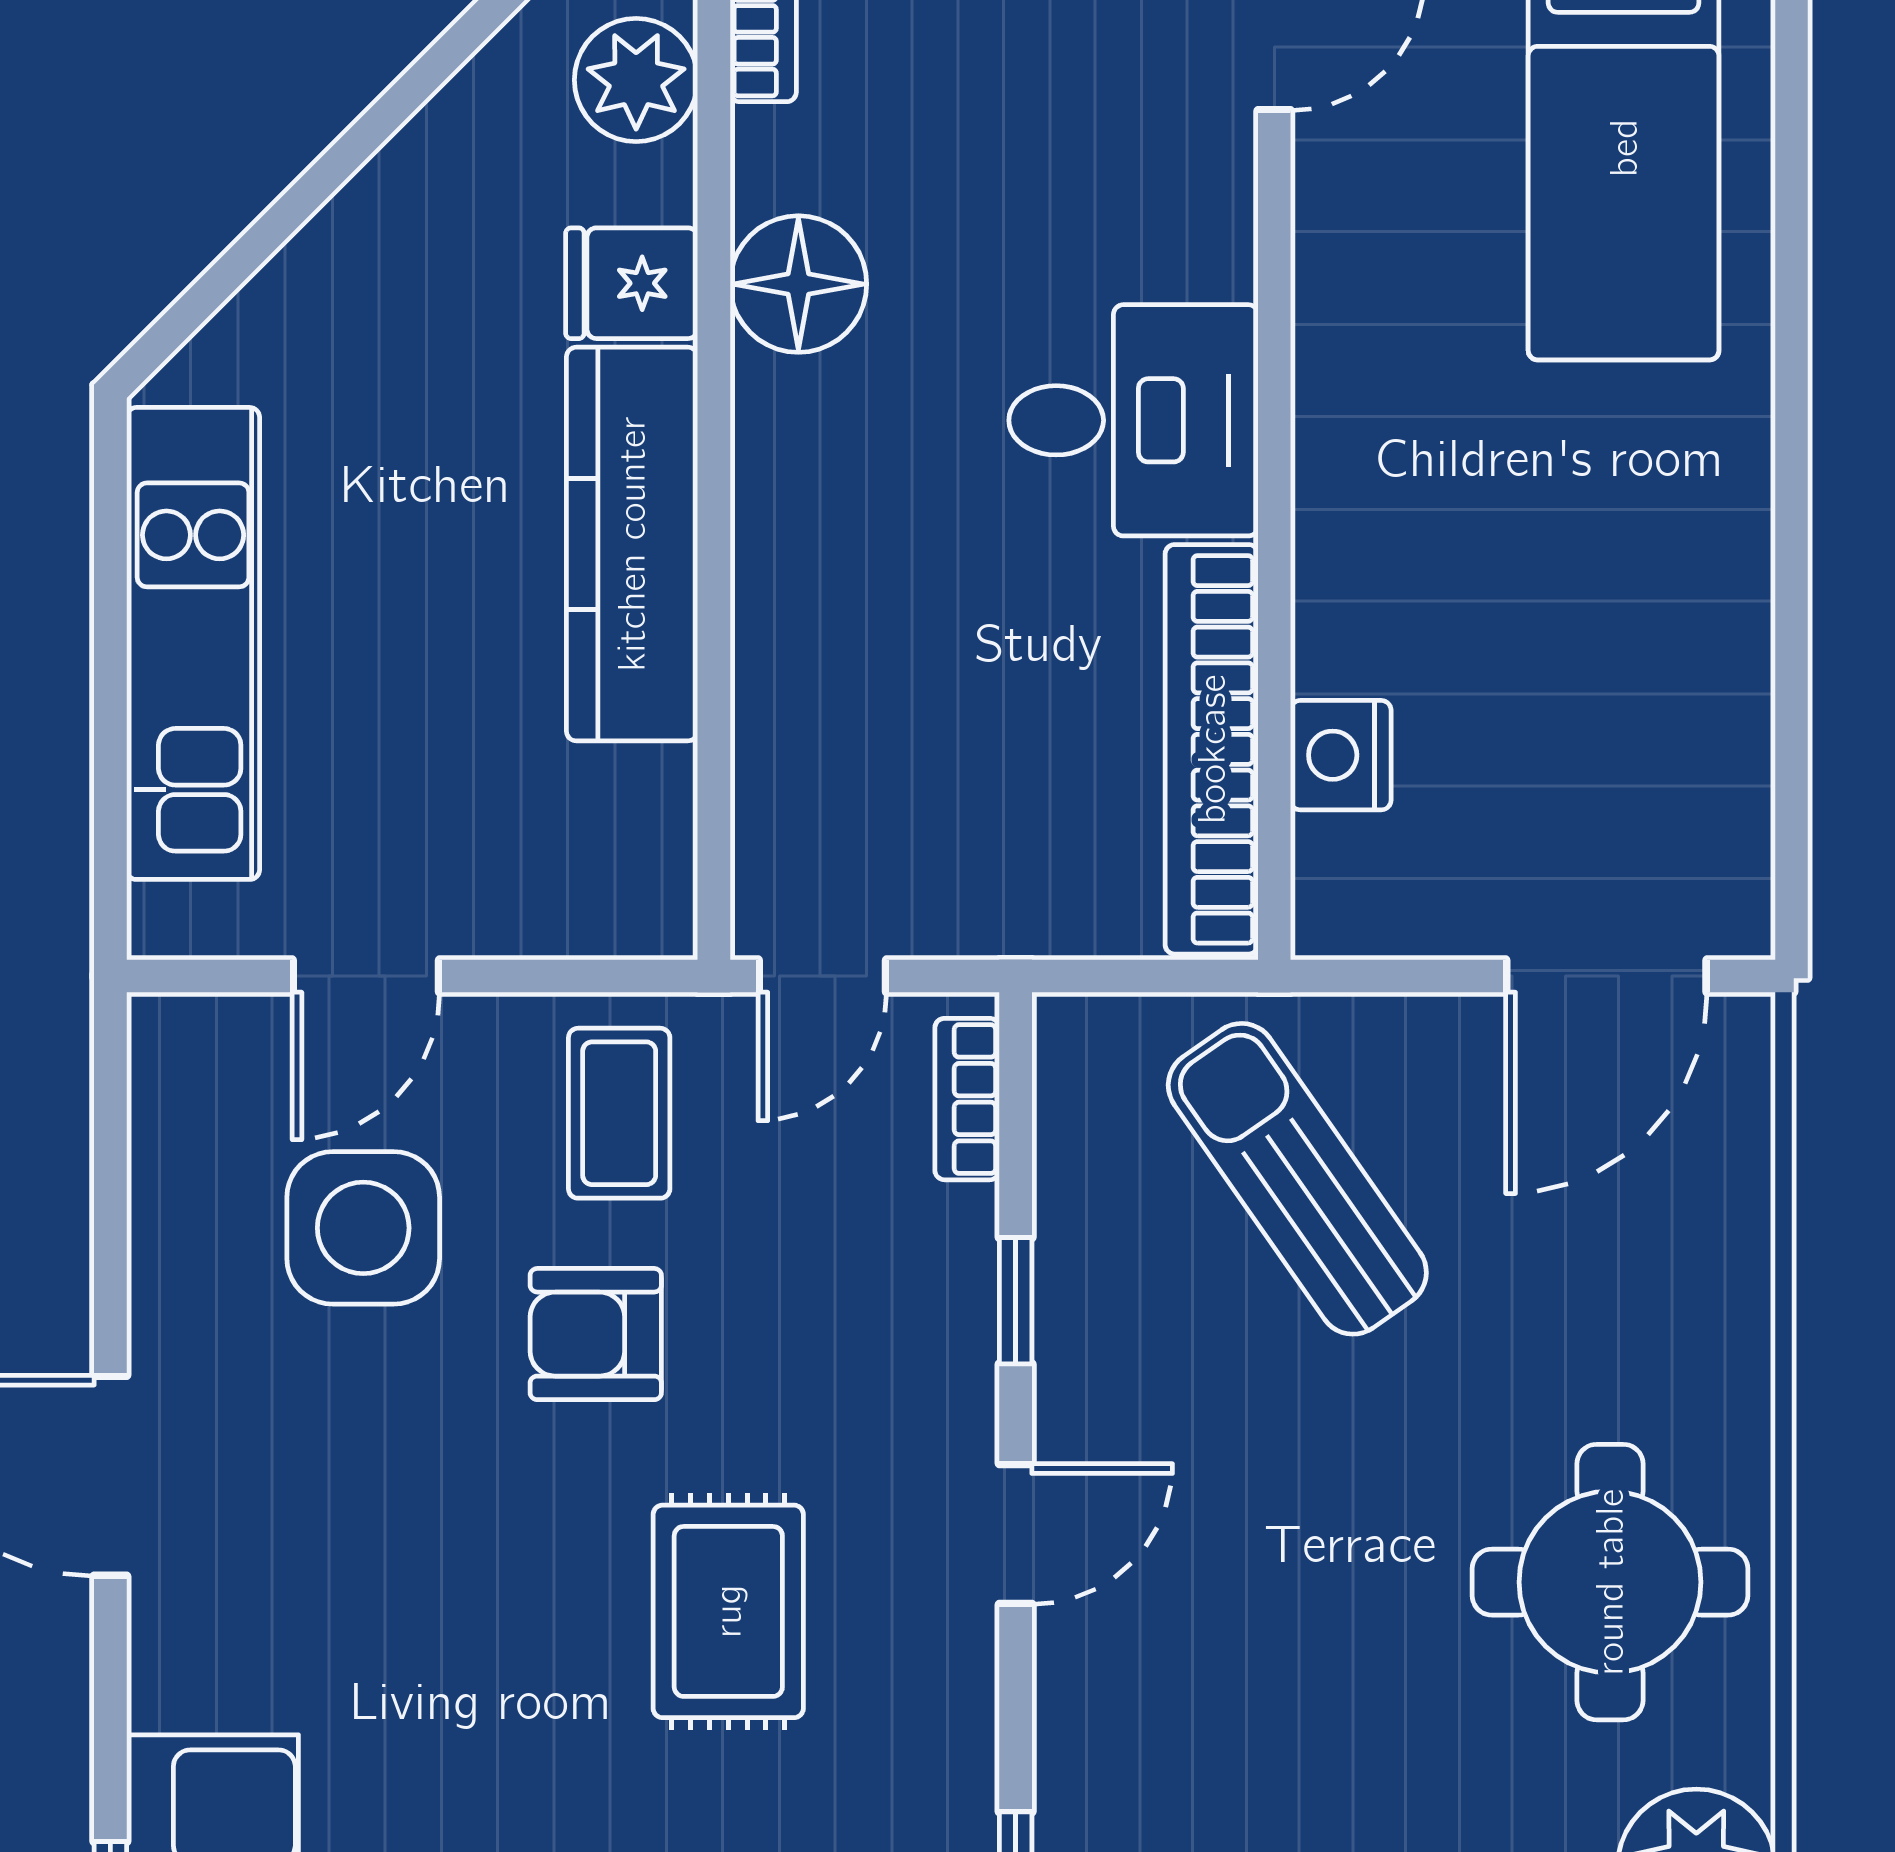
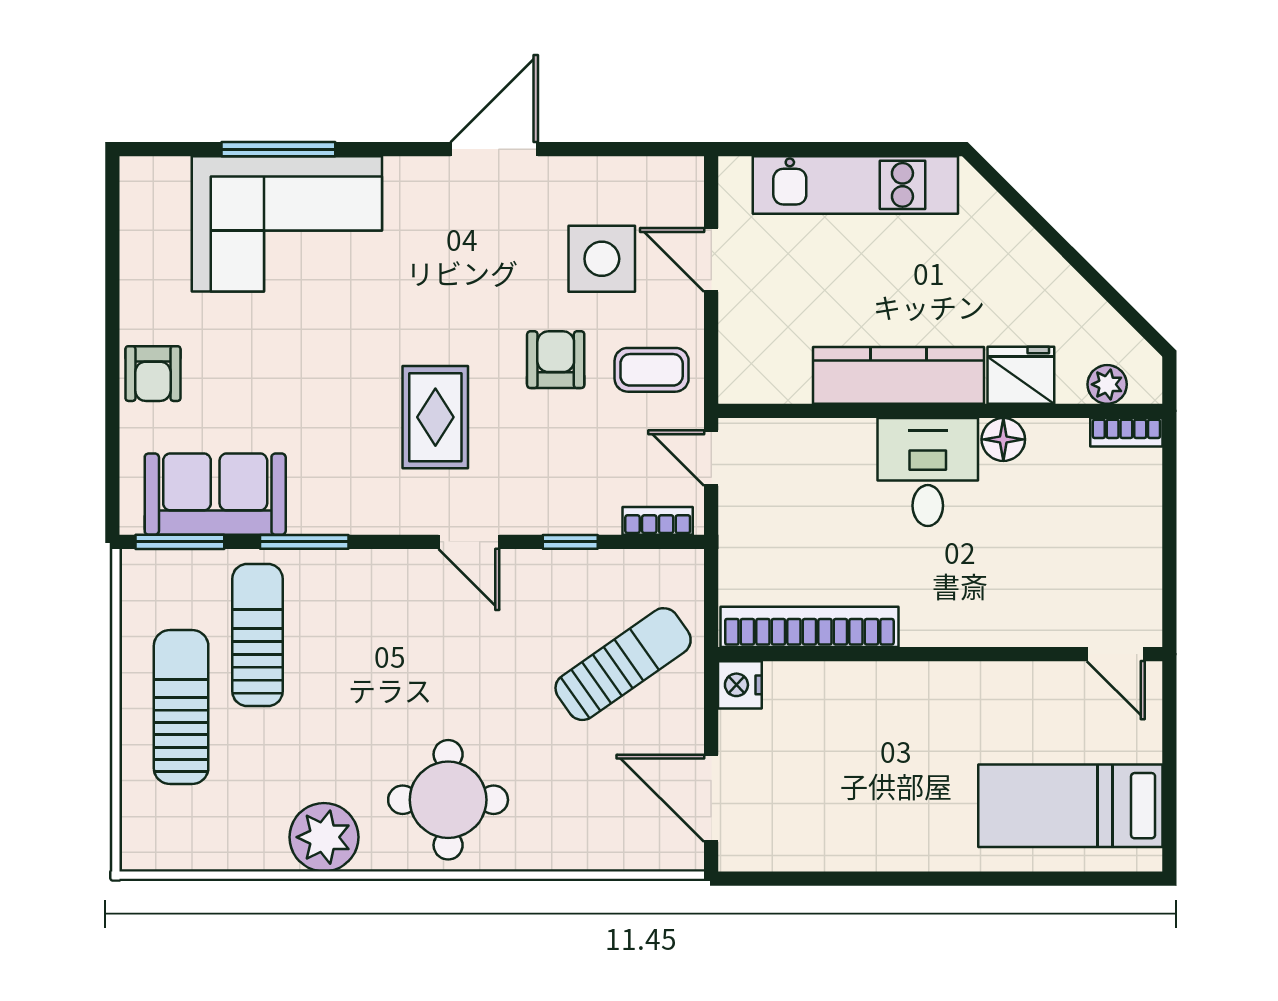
plant: (636, 80) -> (1107, 384), width x0.73, depth x0.73
fridge: (632, 283) -> (1021, 375), width x1.38
floor lamp: (798, 284) -> (1003, 439), width x0.73, depth x0.73
desk: (1133, 420) -> (928, 472), moved, turned 180
nightstand: (1341, 755) -> (740, 685), moved, turned -90
rug: (728, 1611) -> (435, 417), turned 90

